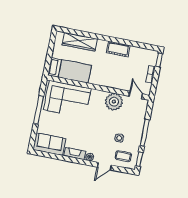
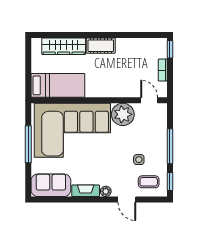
cot: (118, 49) -> (101, 46), moved
corner sofa: (67, 99) -> (72, 130), width x1.36, depth x1.36
door: (104, 166) -> (127, 199), hinge flipped

